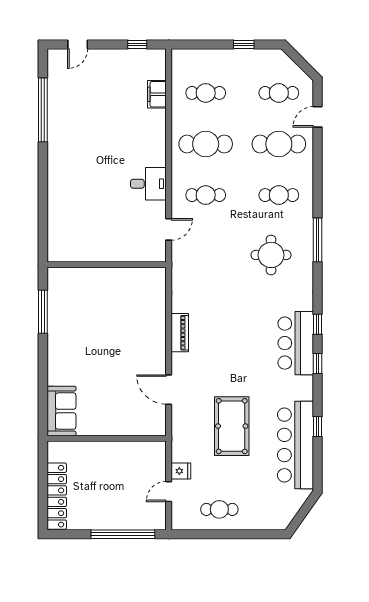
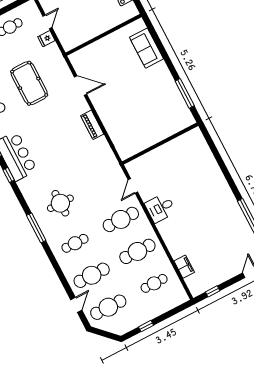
cafe table: (279, 93) -> (108, 307), width x1.37, depth x1.35
cafe table: (206, 195) -> (121, 219), width x1.37, depth x1.35
sofa: (61, 411) -> (146, 48), moved

